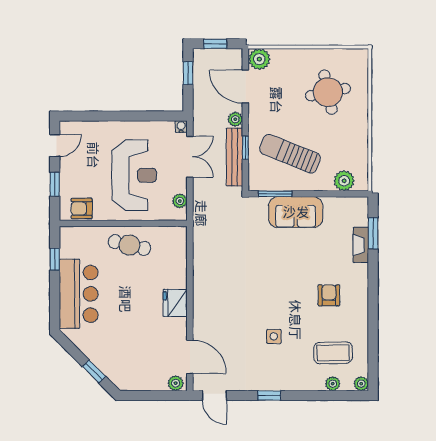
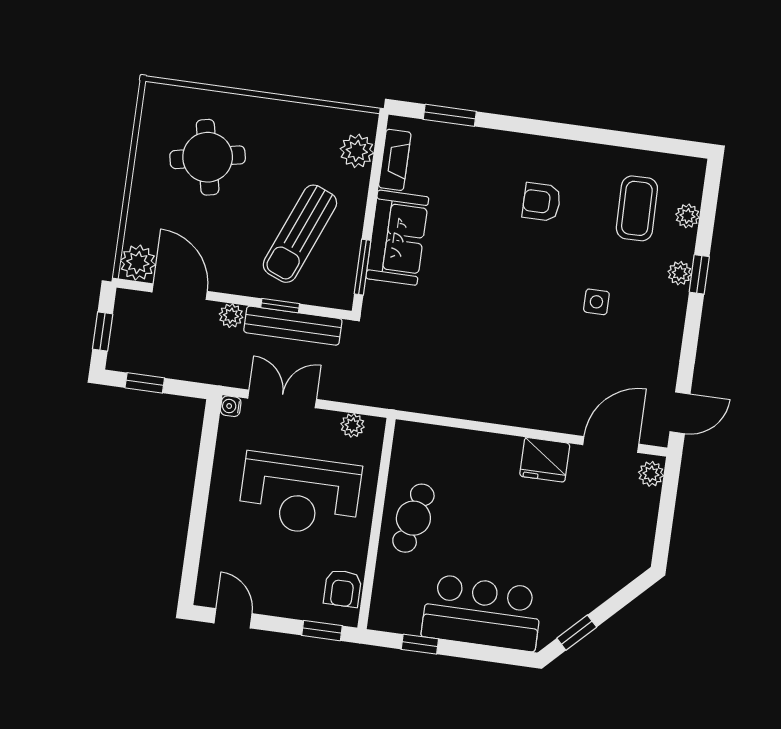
door: (245, 87) -> (180, 292), swing flipped
reception desk: (134, 175) -> (300, 494), turned 180
window: (55, 184) -> (322, 631), moved
fireplace: (361, 245) -> (395, 160), moved, turned -90
fridge: (175, 303) -> (545, 460), moved
window: (94, 371) -> (577, 633), moved
plant: (361, 384) -> (680, 273), moved
window: (269, 396) -> (699, 274), moved

